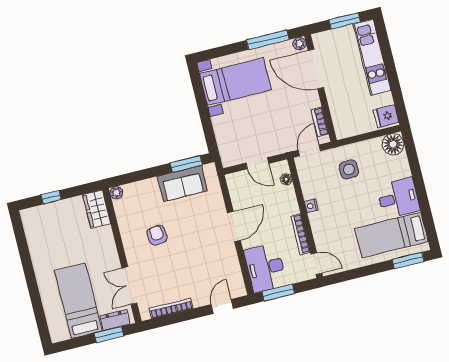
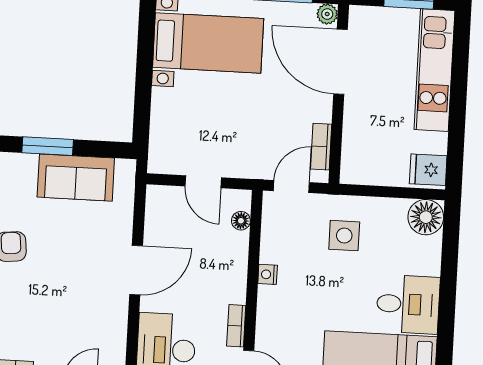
window: (186, 164) -> (48, 146), moved
bookcase: (300, 234) -> (236, 326), width x0.64

